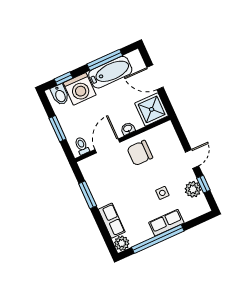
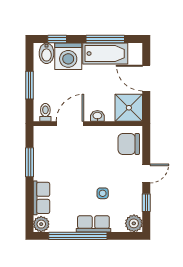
chair: (140, 153) -> (129, 144), moved
plant: (193, 189) -> (134, 223), moved

